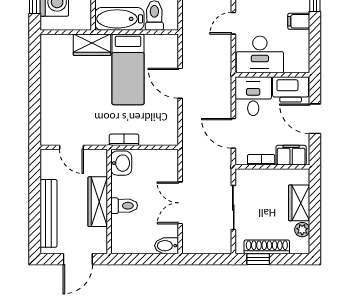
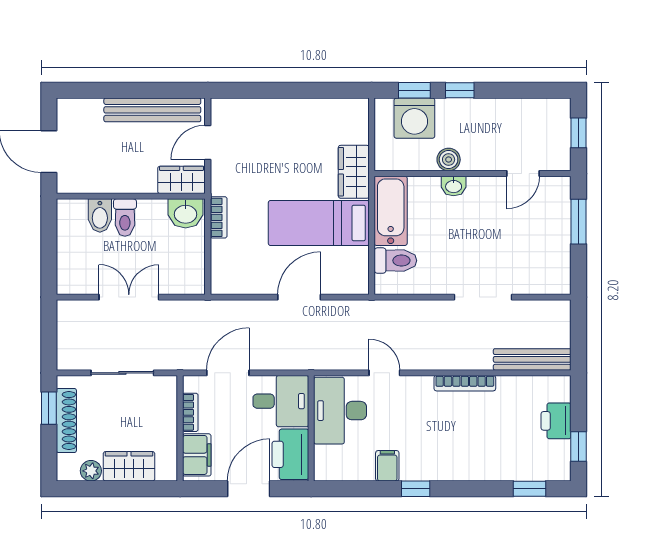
wardrobe: (98, 202) -> (182, 180), moved, width x0.67
bench: (48, 213) -> (152, 110), moved
bidet: (166, 246) -> (100, 216), moved, turned 180

